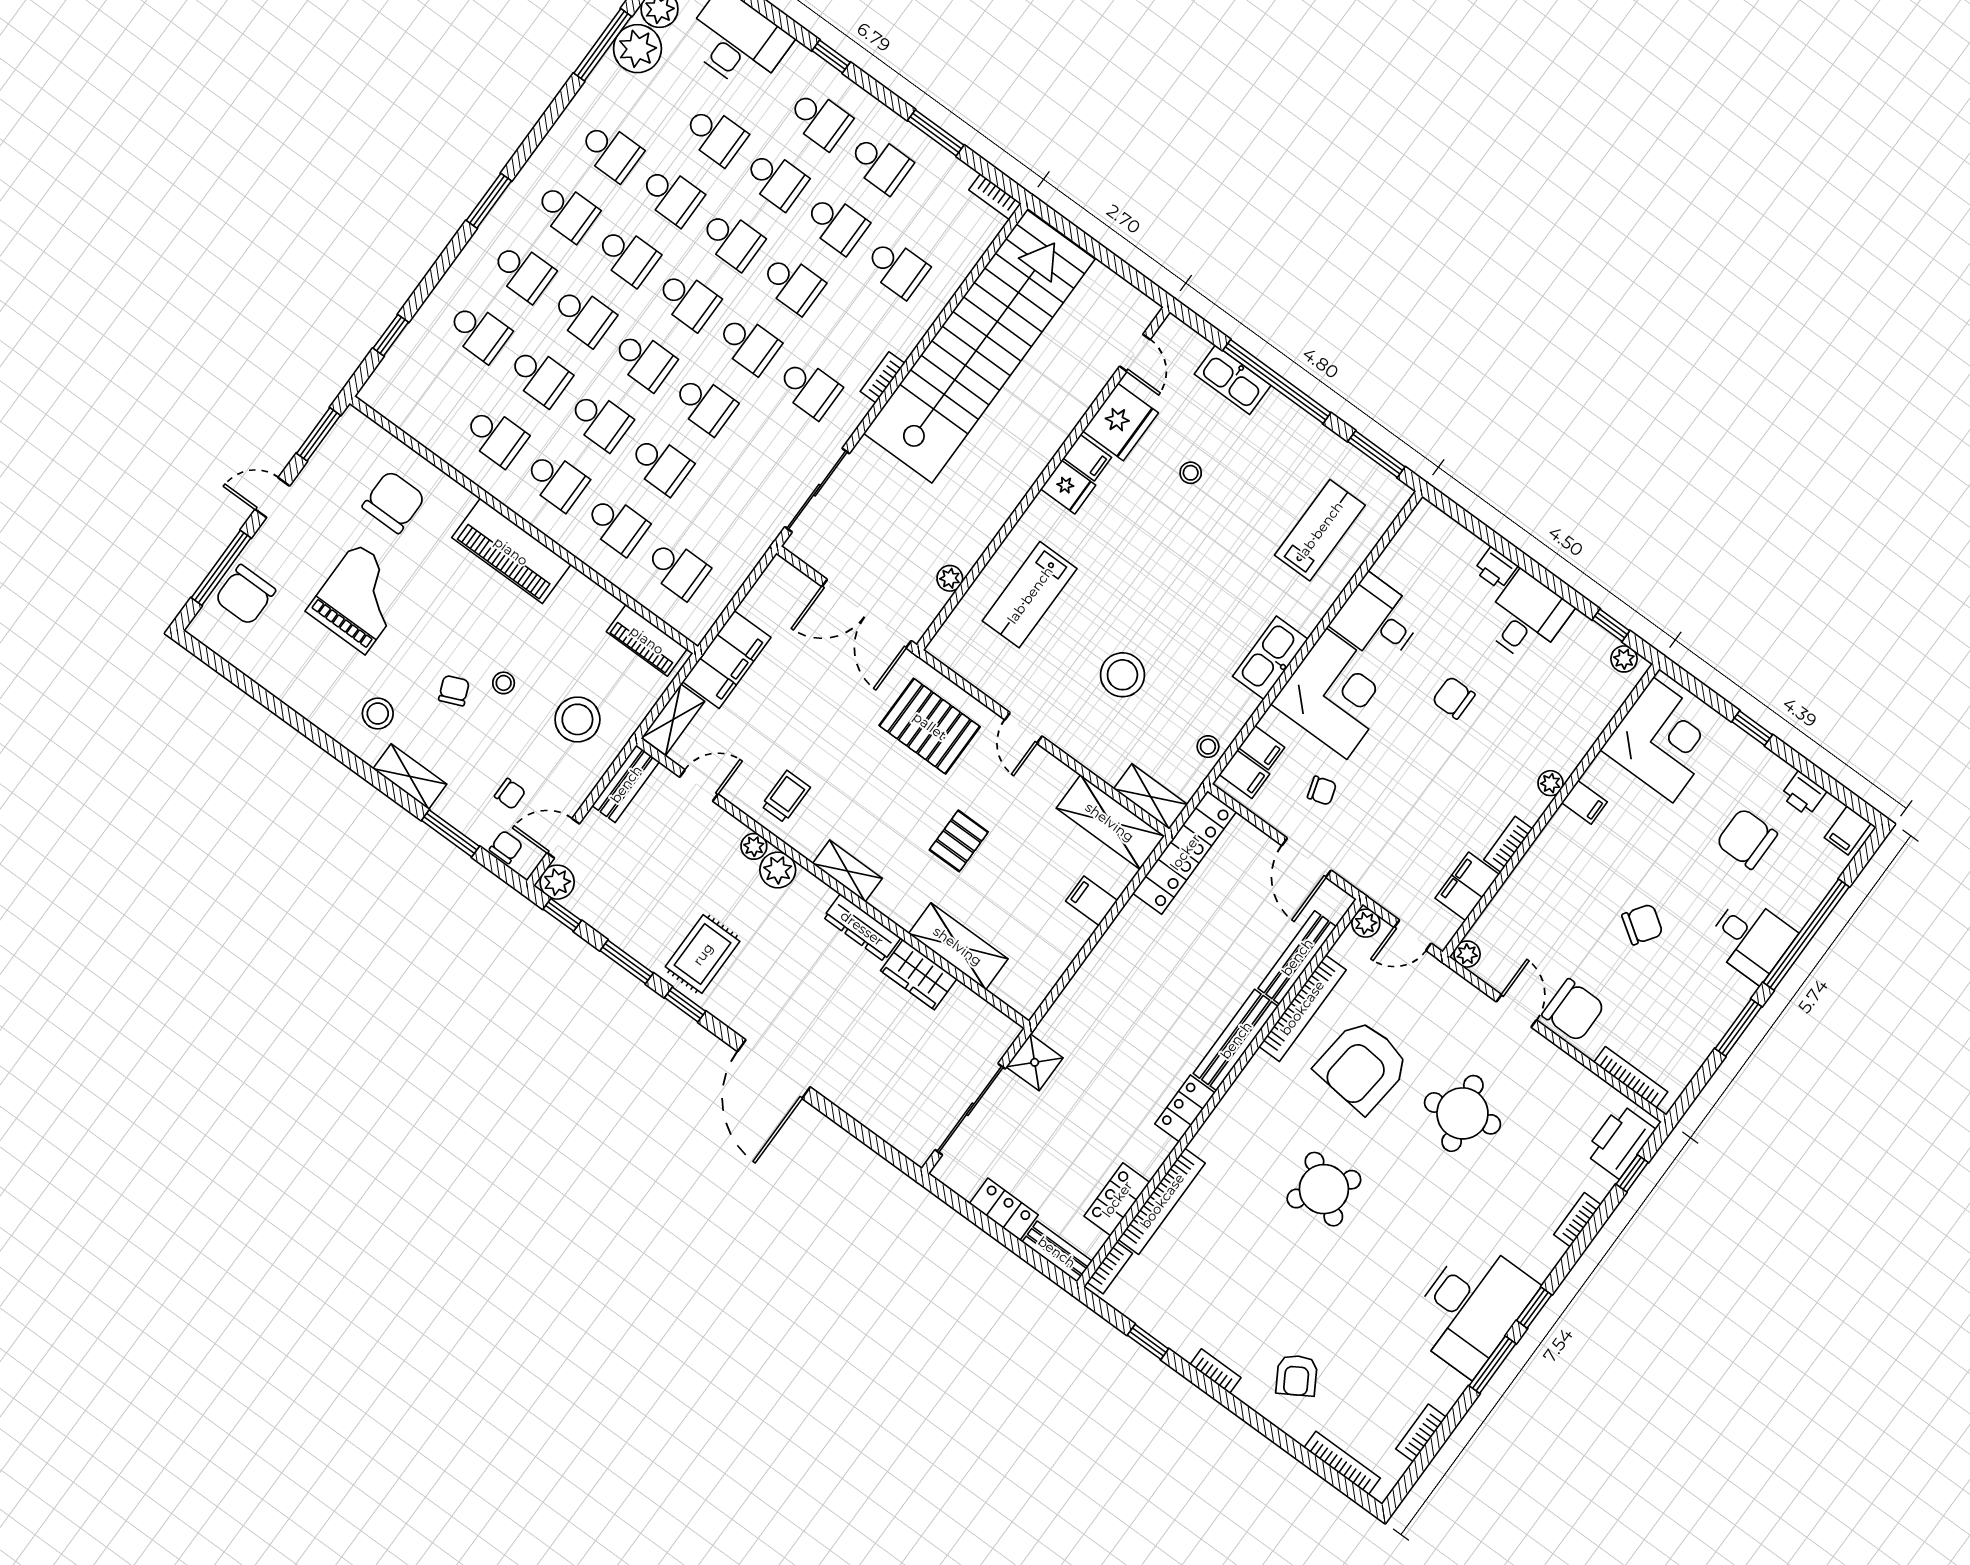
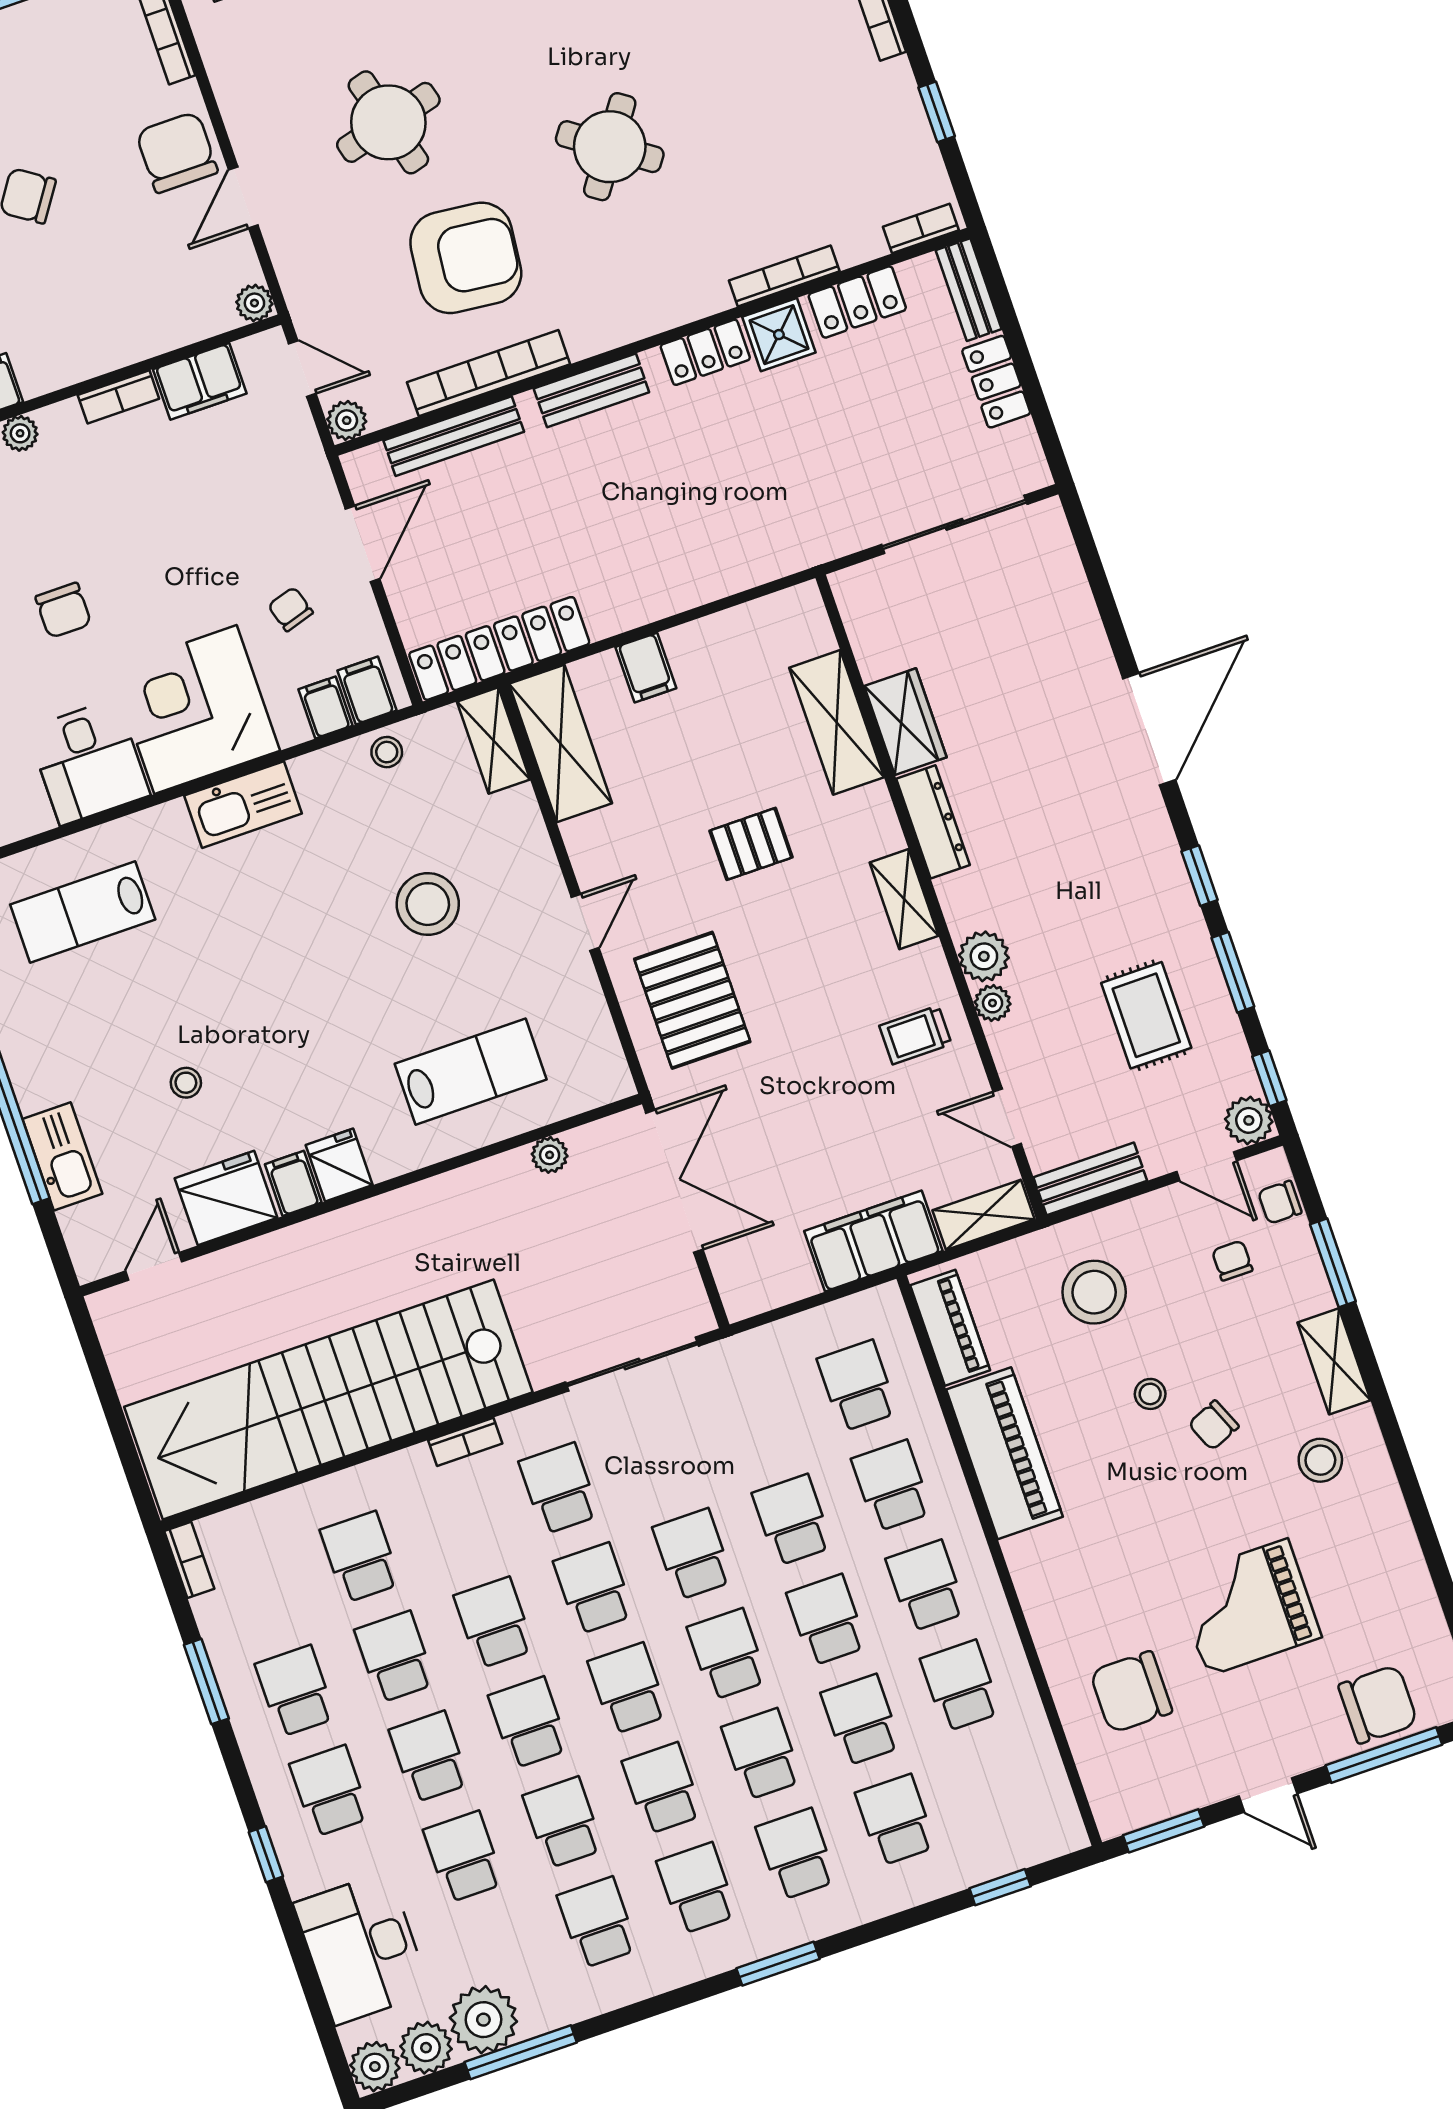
piano: (511, 551) -> (1004, 1453), moved
rug: (703, 954) -> (1146, 1015), moved, turned 90
bench: (1236, 1040) -> (591, 390), width x0.73
shower: (1035, 1062) -> (779, 335), moved
bookcase: (1162, 1201) -> (784, 276), width x0.68, depth x0.76

